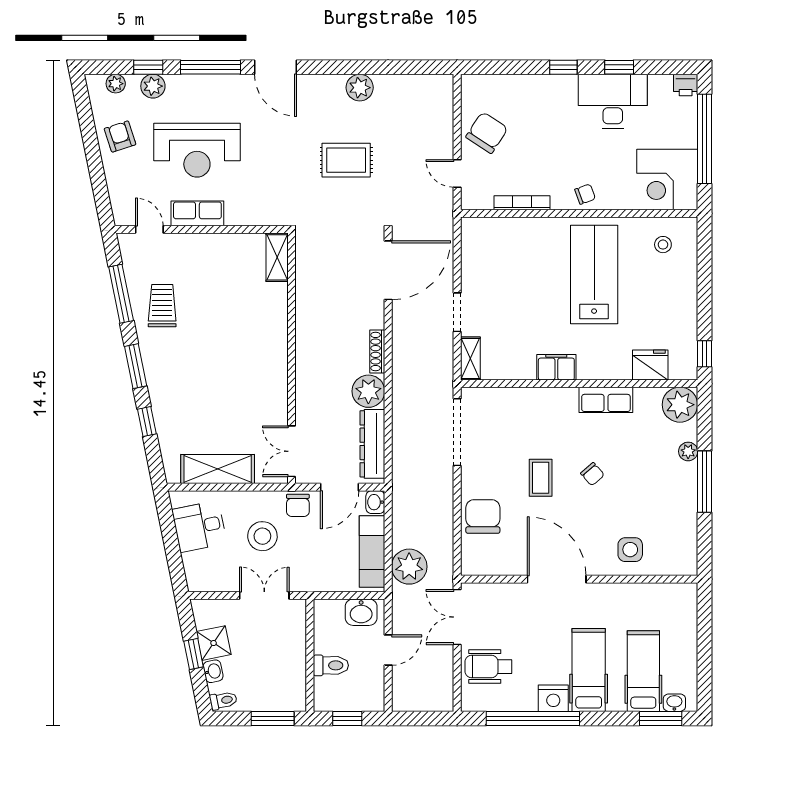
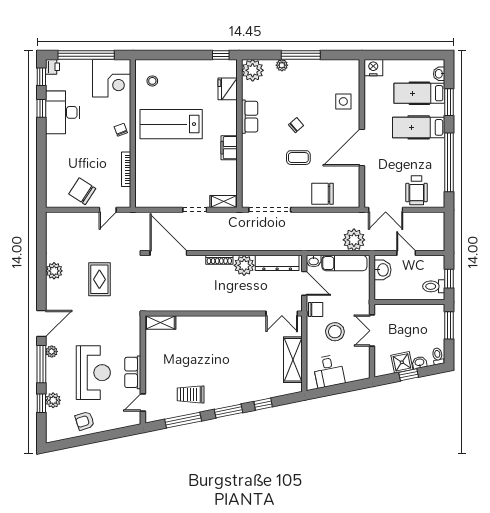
window: (563, 67) -> (41, 77), moved
plant: (116, 84) -> (52, 352), moved
toilet: (331, 665) -> (434, 286), moved, turned -90
nightstand: (553, 698) -> (373, 68), moved, turned -90
window: (661, 718) -> (449, 102), moved

